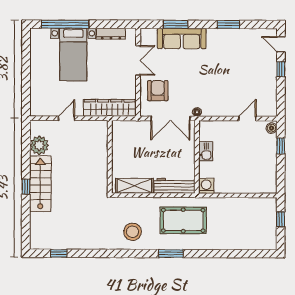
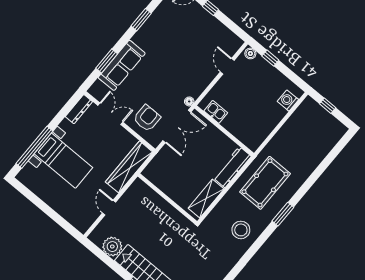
dresser: (111, 34) -> (79, 109), moved
armchair: (158, 91) -> (147, 118), turned 90
kitchen sink: (206, 151) -> (216, 112), moved
washing machine: (206, 186) -> (288, 101), moved

